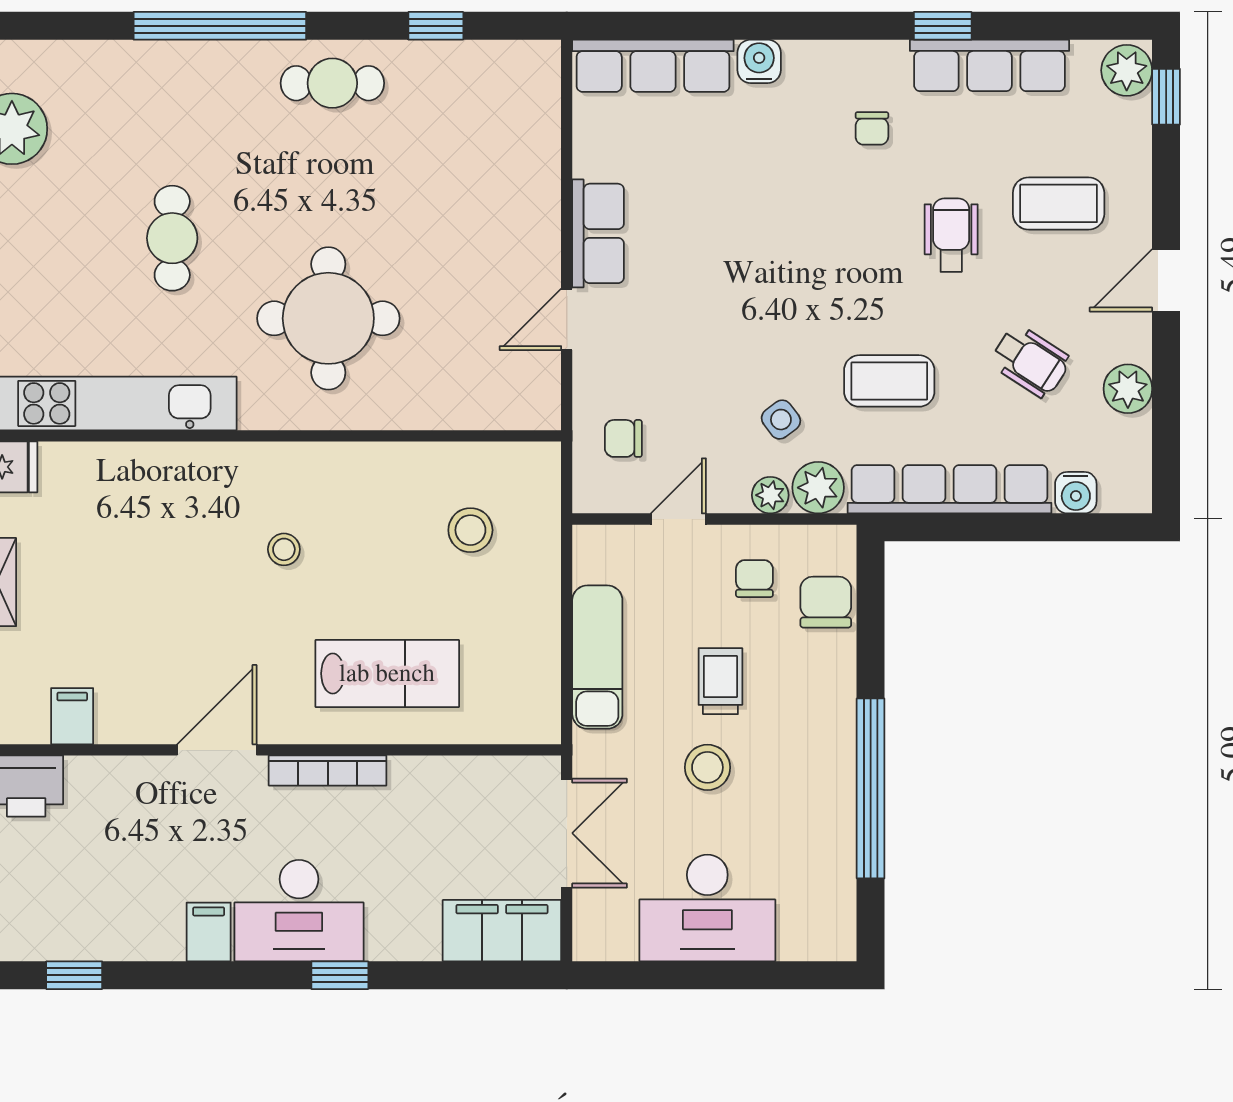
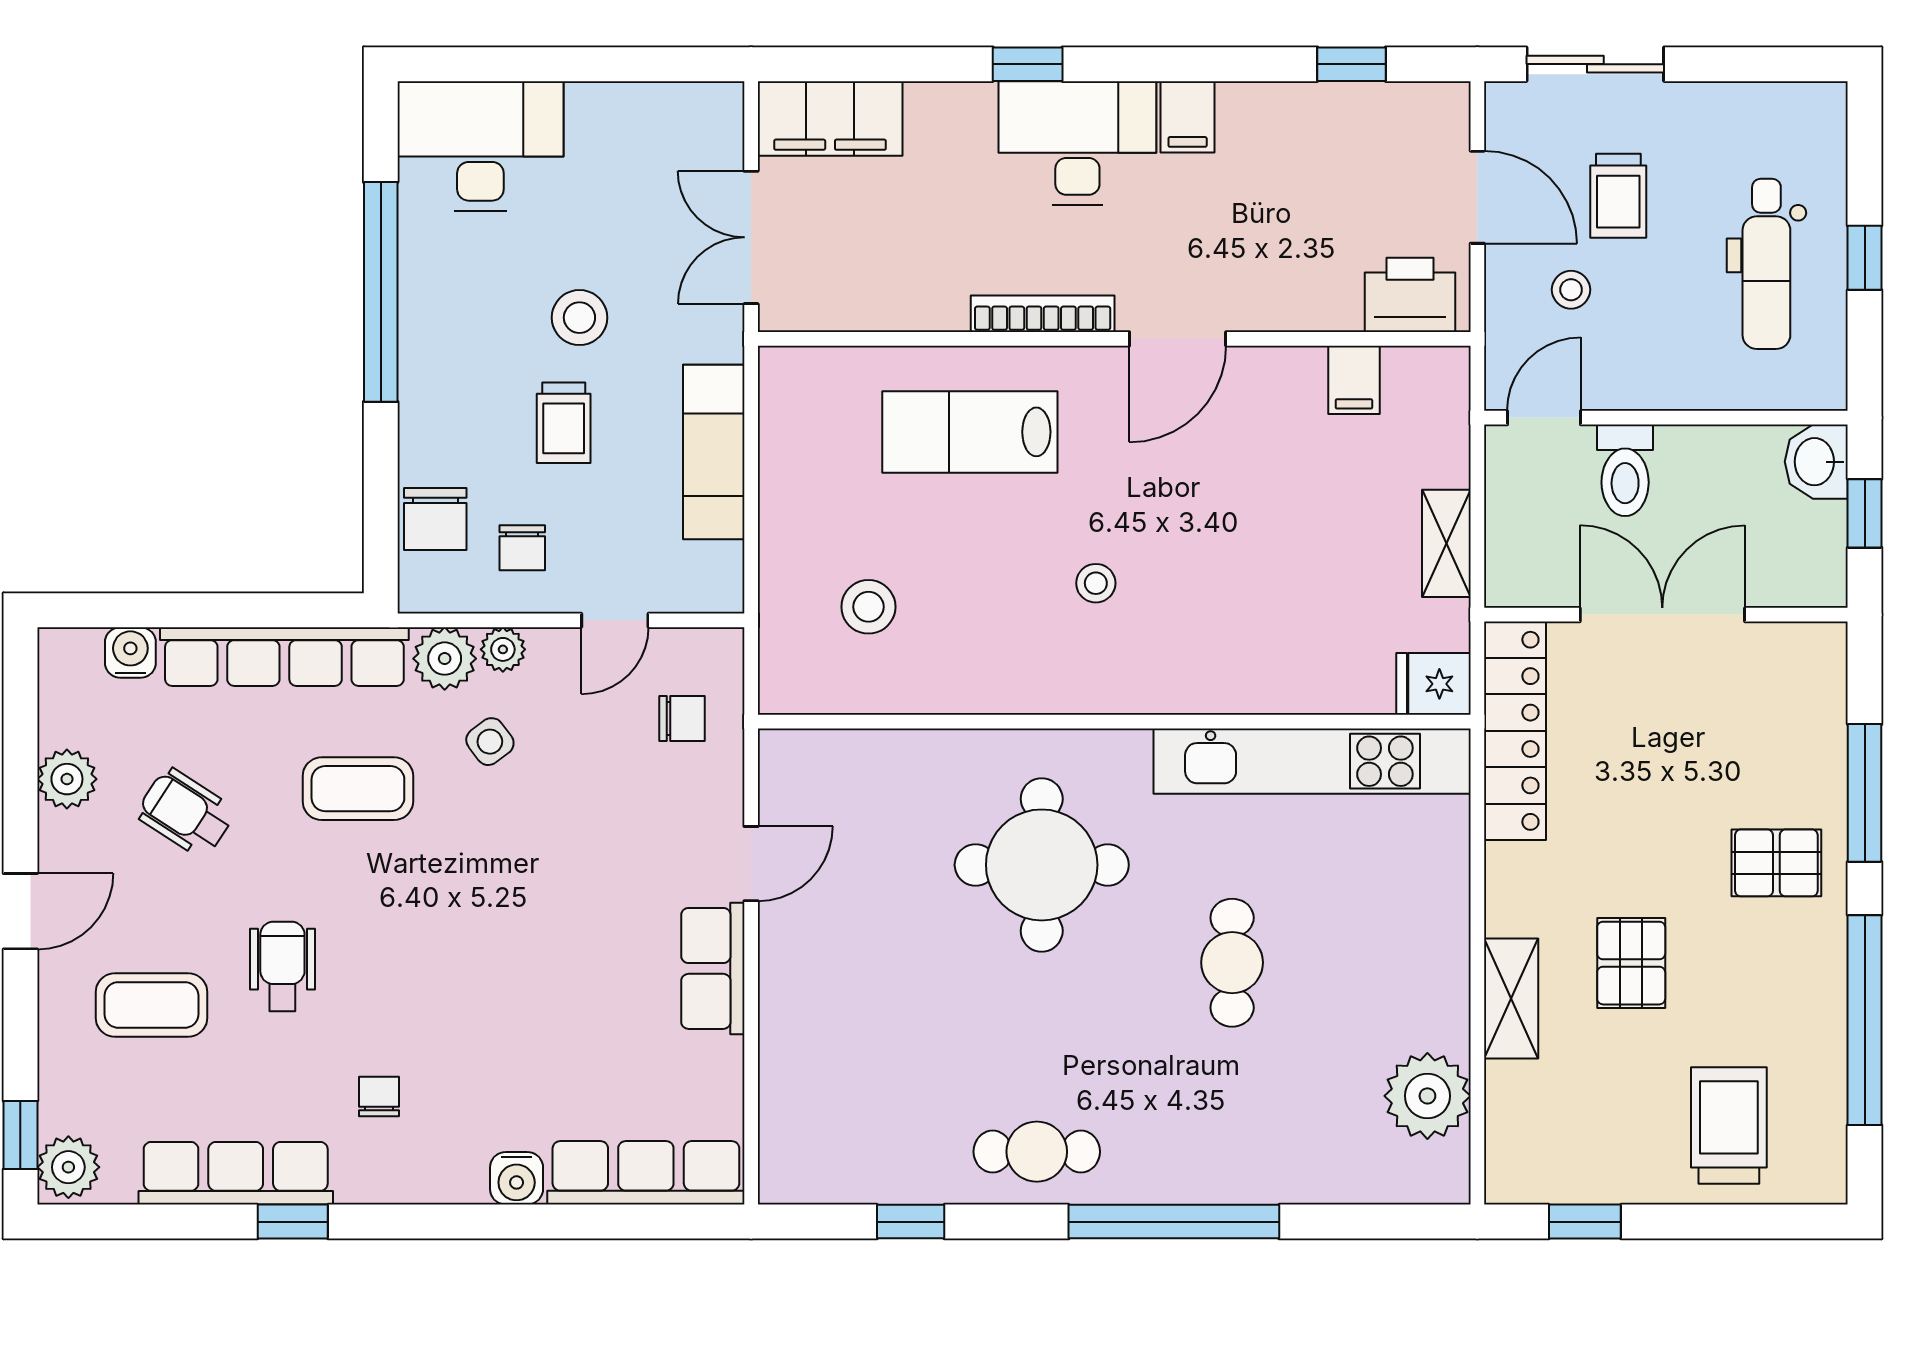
wheelchair: (951, 235) -> (282, 966), turned 180
desk: (707, 908) -> (480, 146), moved

